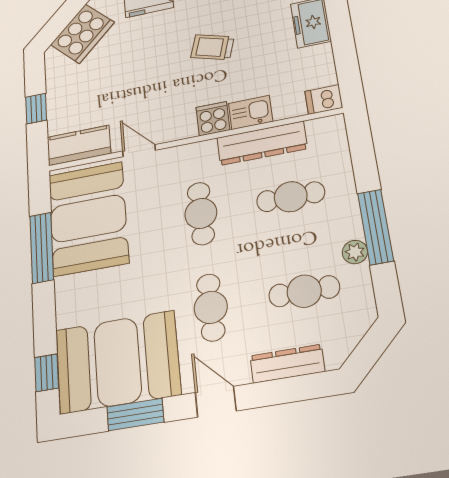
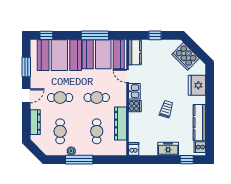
kitchen sink: (251, 112) -> (134, 91), moved
door: (139, 151) -> (127, 76), swing flipped
booth: (118, 362) -> (59, 55), moved, turned 90

